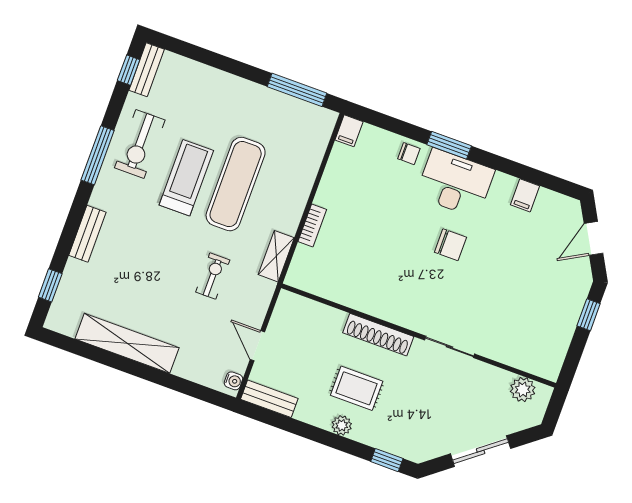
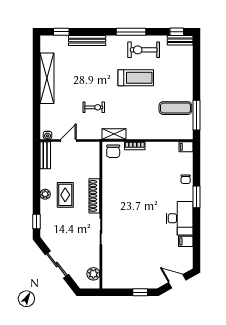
desk: (455, 183) -> (180, 218), moved
exercise mat: (236, 184) -> (175, 108), moved, width x0.73, depth x0.69
bench: (87, 234) -> (87, 41), width x1.36
chair: (450, 245) -> (113, 151), moved

